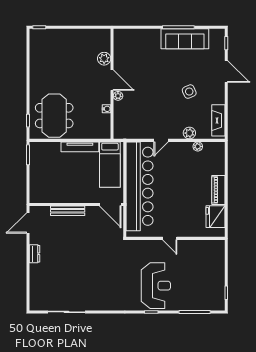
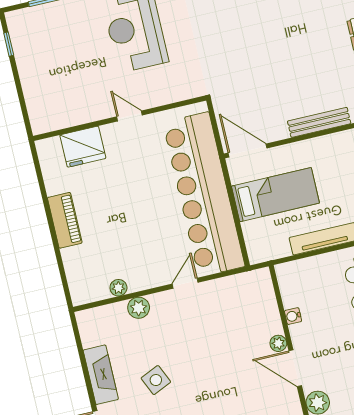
fireplace: (218, 120) -> (101, 375), moved
bed: (110, 165) -> (275, 195), moved, turned 90
fridge: (216, 217) -> (83, 147), moved, turned 90

